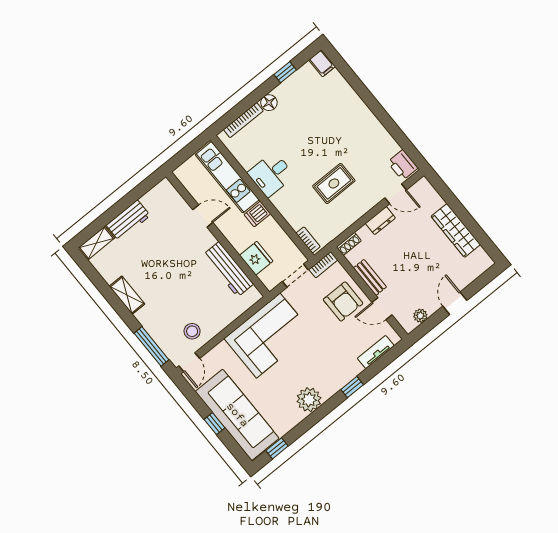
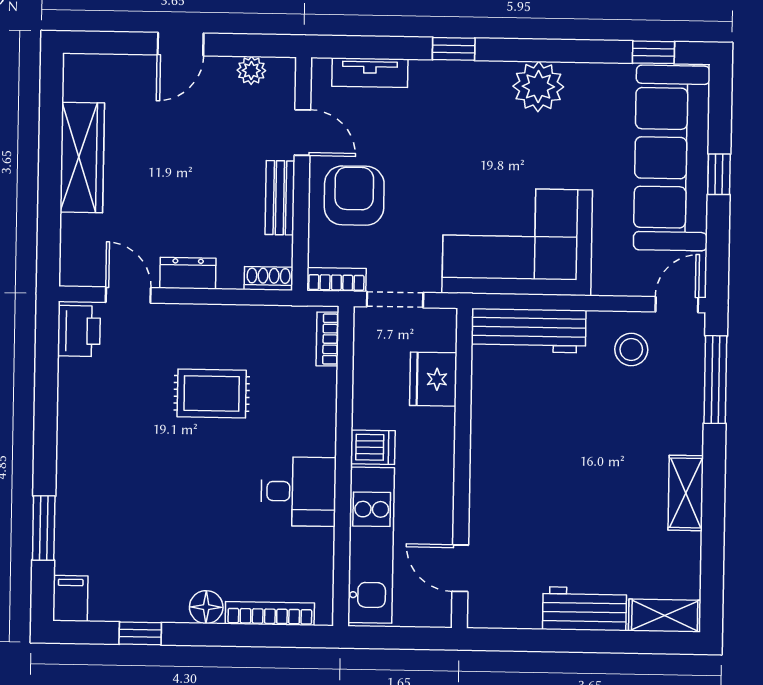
window: (354, 81) -> (44, 528), added
door: (203, 216) -> (460, 568), moved
workbench: (228, 269) -> (529, 331), moved, turned 90

